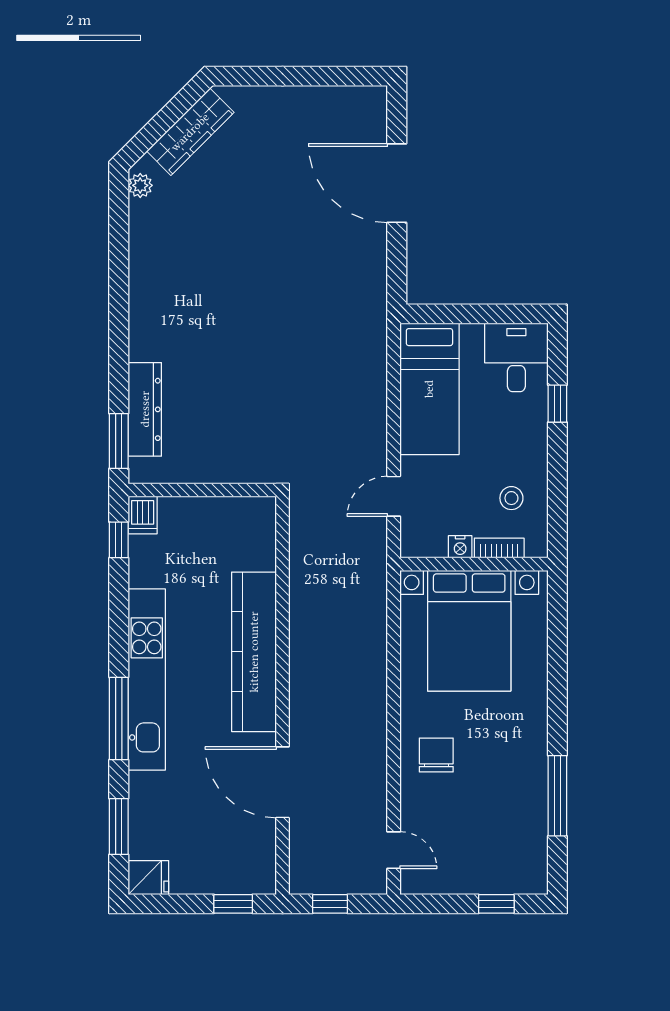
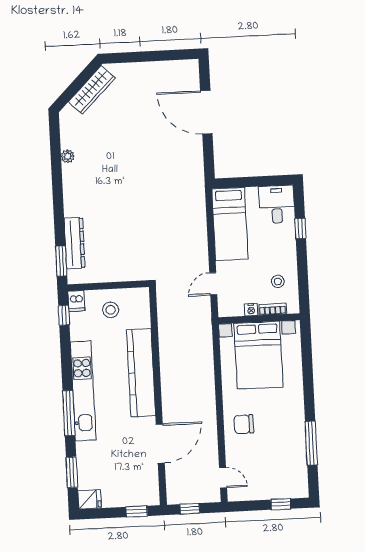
plant: (140, 185) -> (68, 156), moved
stool: (204, 534) -> (111, 310), added
chair: (436, 755) -> (244, 424), turned -90
door: (282, 782) -> (160, 443), swing flipped

